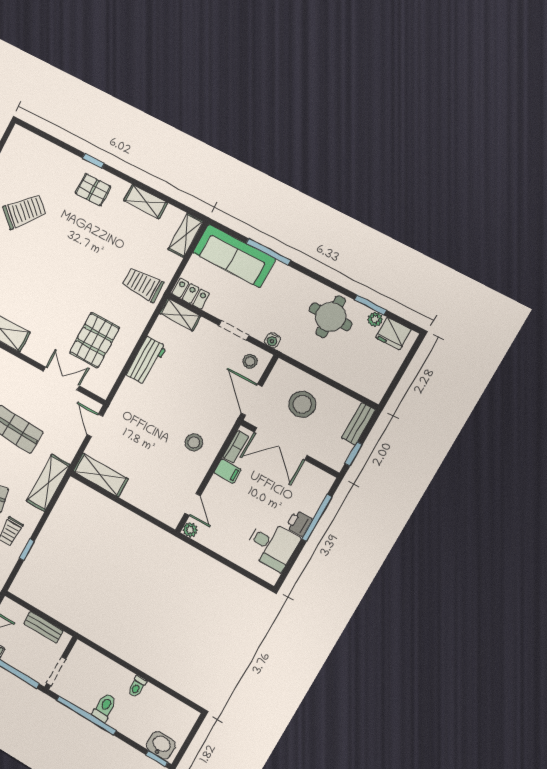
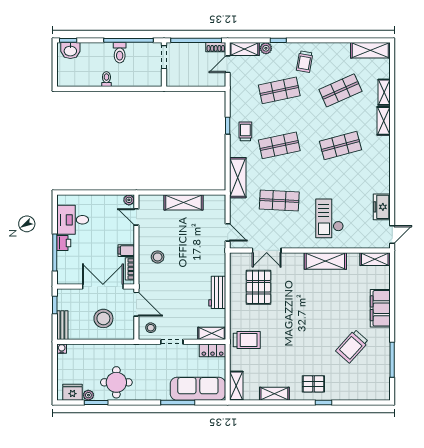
water cooler: (273, 340) -> (62, 349), moved
shelving: (101, 475) -> (183, 202), moved
bench: (43, 627) -> (188, 81), removed

